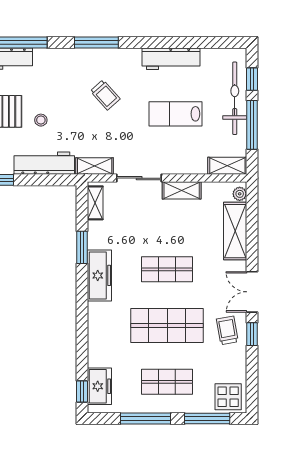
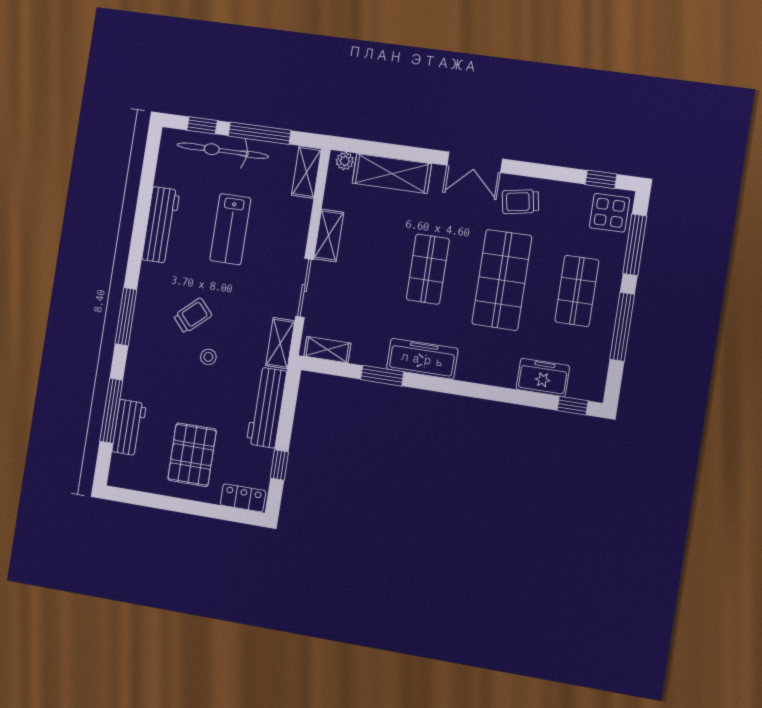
stool: (41, 120) -> (208, 357), moved
window: (252, 334) -> (601, 179), moved
freezer: (99, 386) -> (543, 377), moved

